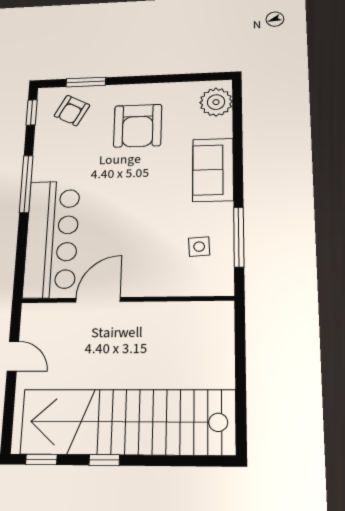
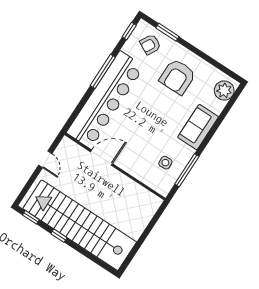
bar counter: (52, 239) -> (105, 100), width x1.36

